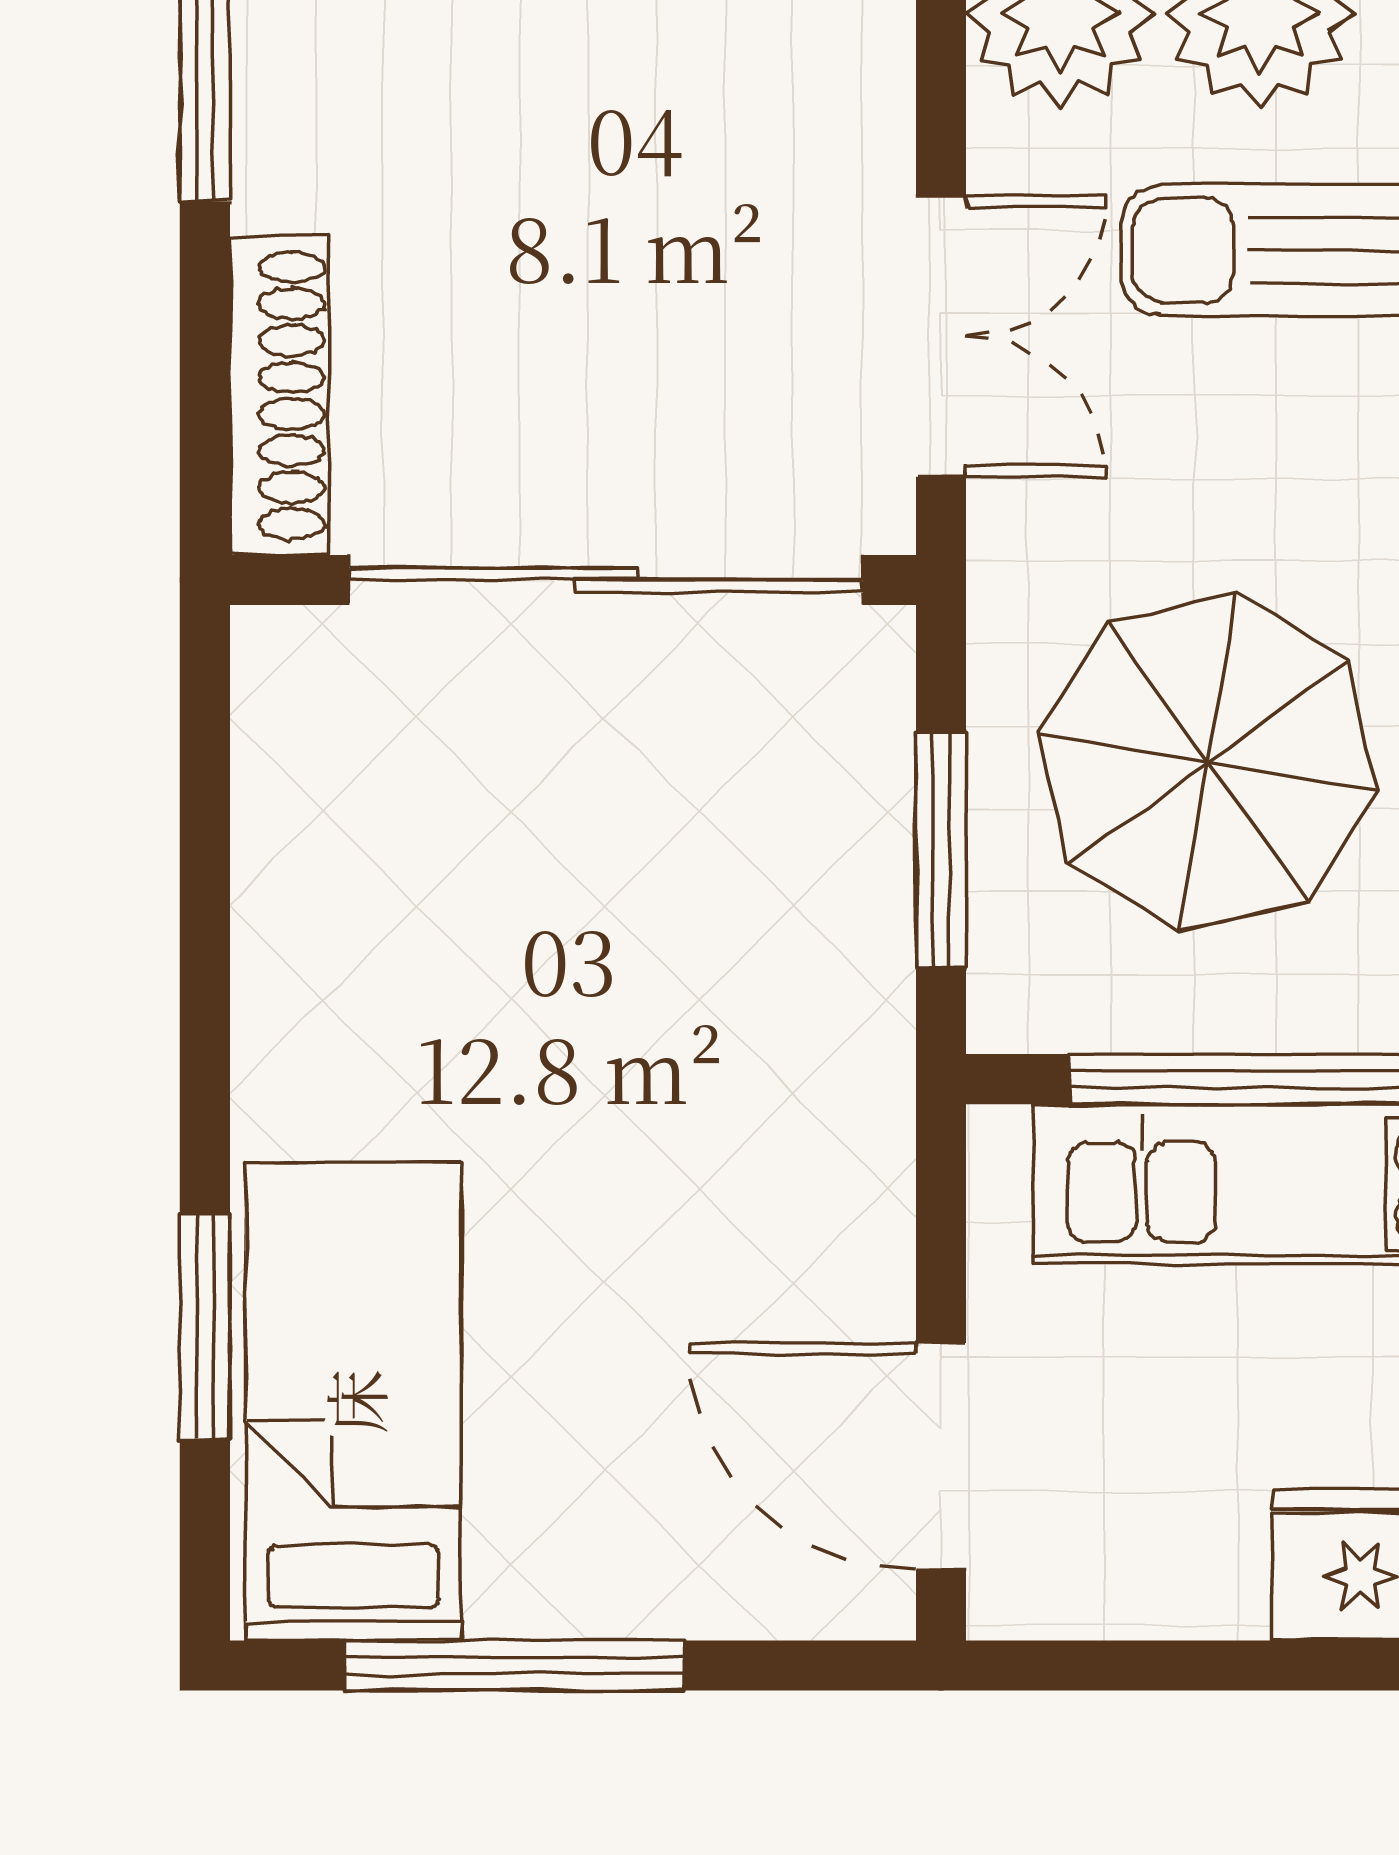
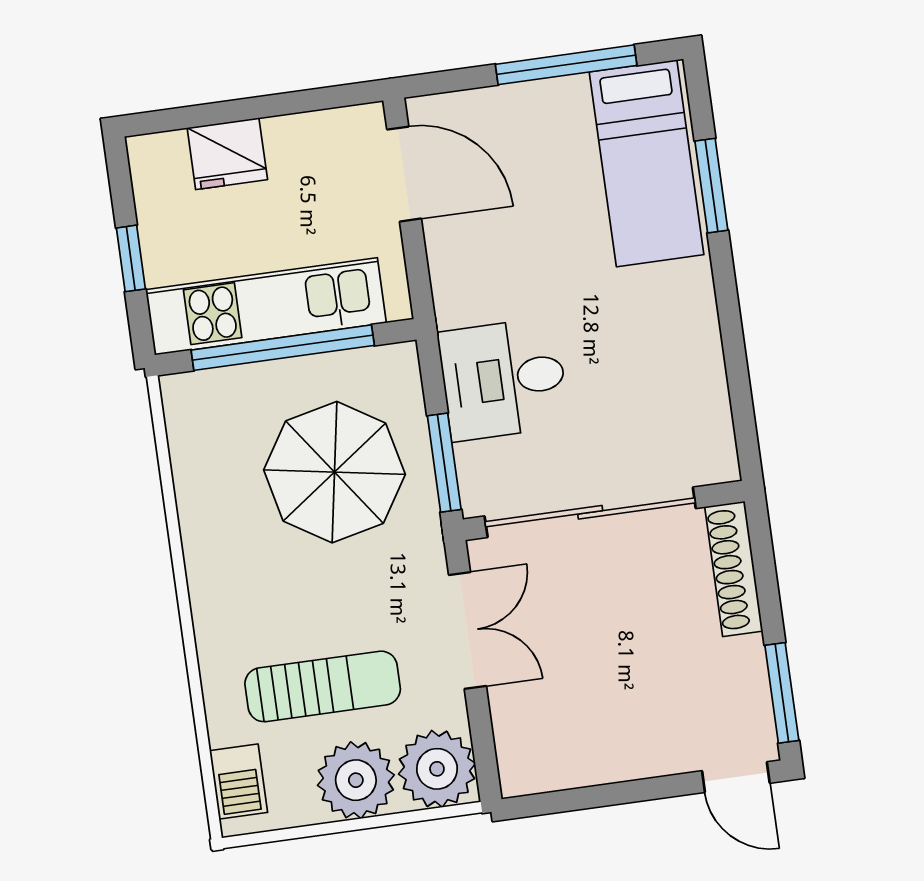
double door: (941, 336) -> (467, 630), swing flipped
window: (941, 850) -> (444, 463), moved
desk: (770, 930) -> (504, 379), added

